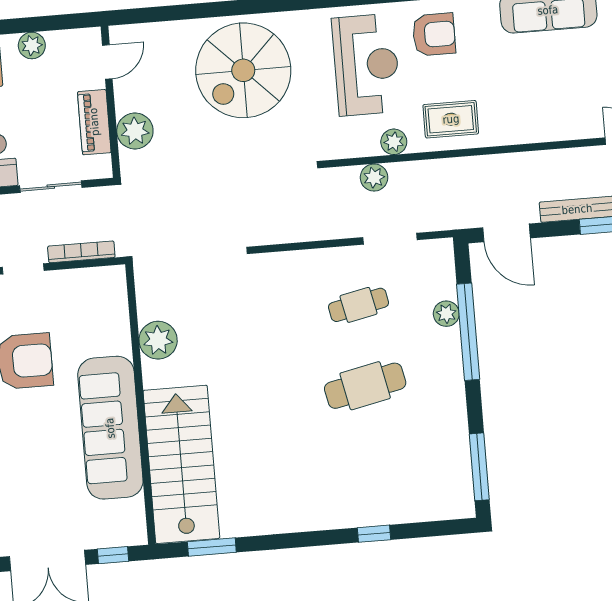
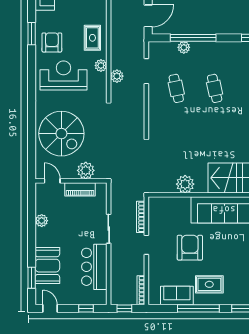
plant: (32, 45) -> (42, 221), moved
door: (107, 62) -> (52, 181), moved
wall: (111, 102) -> (71, 181), moved
piano: (94, 122) -> (80, 189), moved
plant: (135, 131) -> (86, 170), moved
cafe table: (365, 386) -> (215, 88), width x0.73, depth x0.74

